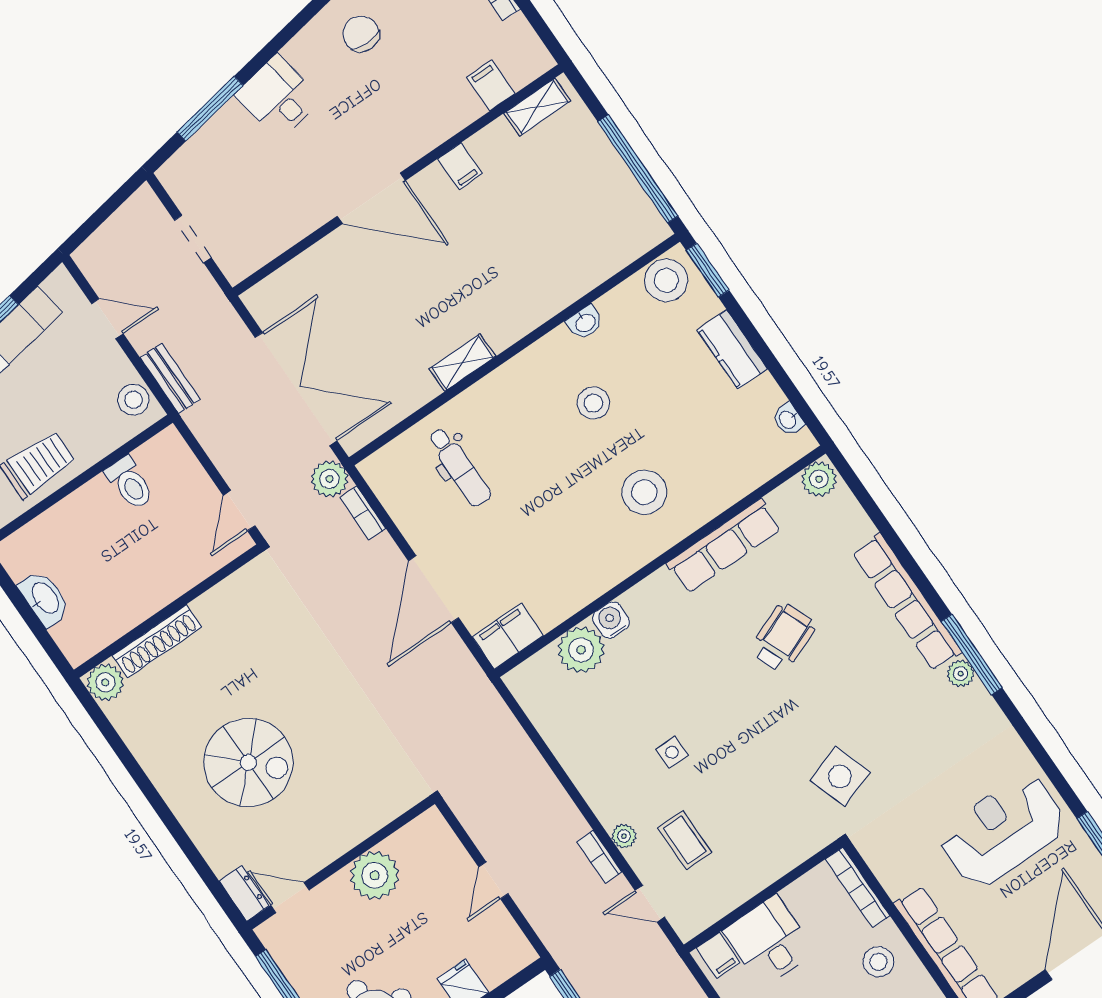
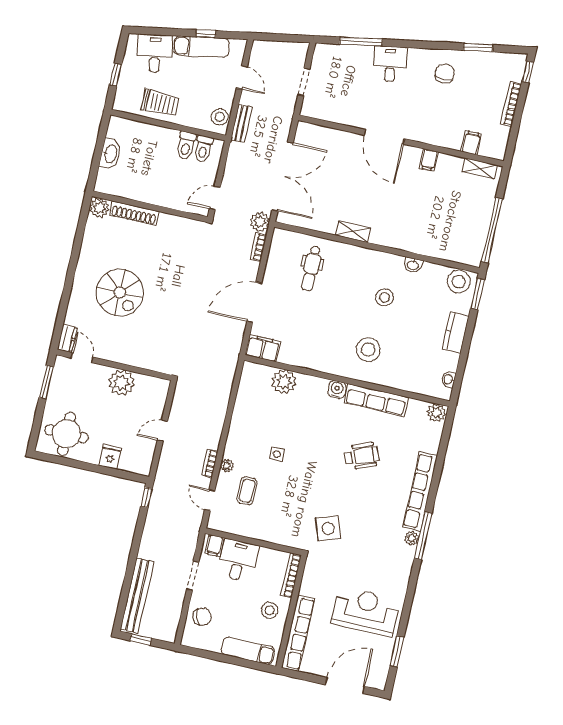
toilet: (156, 463) -> (203, 149), added
water cooler: (611, 620) -> (337, 389), moved

